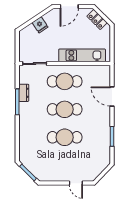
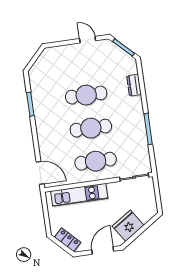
fridge: (40, 25) -> (128, 226), width x1.88, depth x1.34
dresser: (24, 93) -> (134, 85), moved
door: (112, 97) -> (40, 173), moved
door: (76, 183) -> (88, 40), moved

